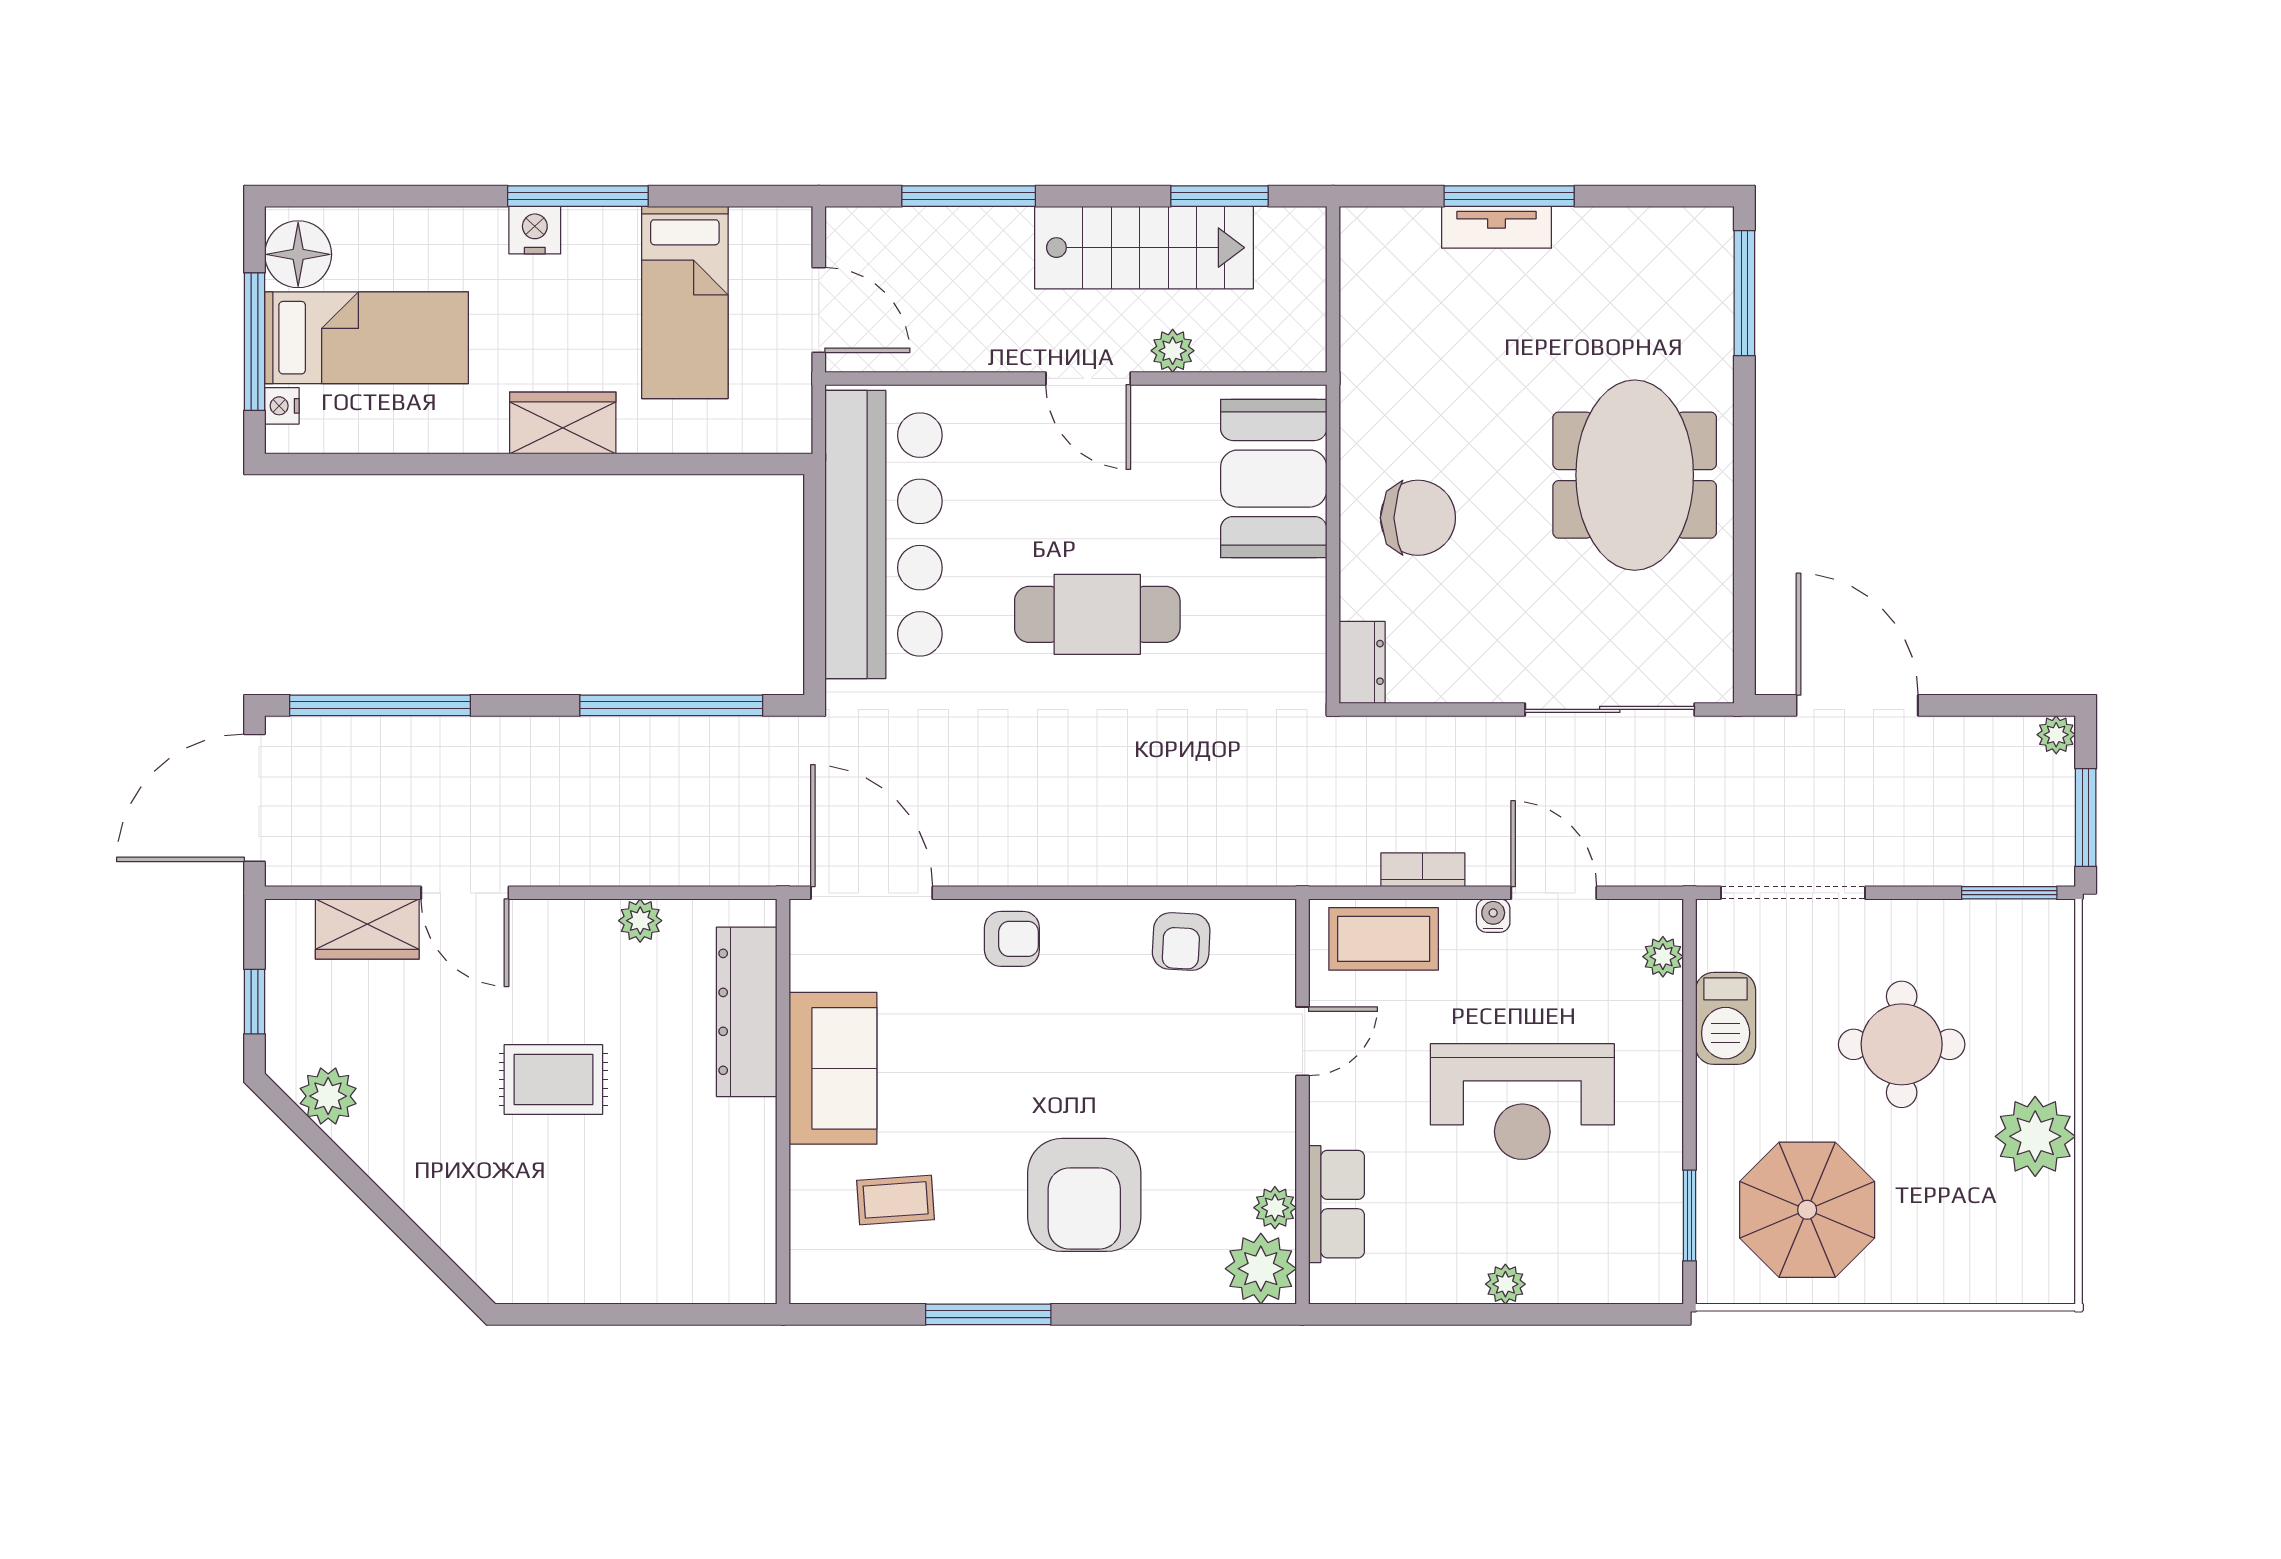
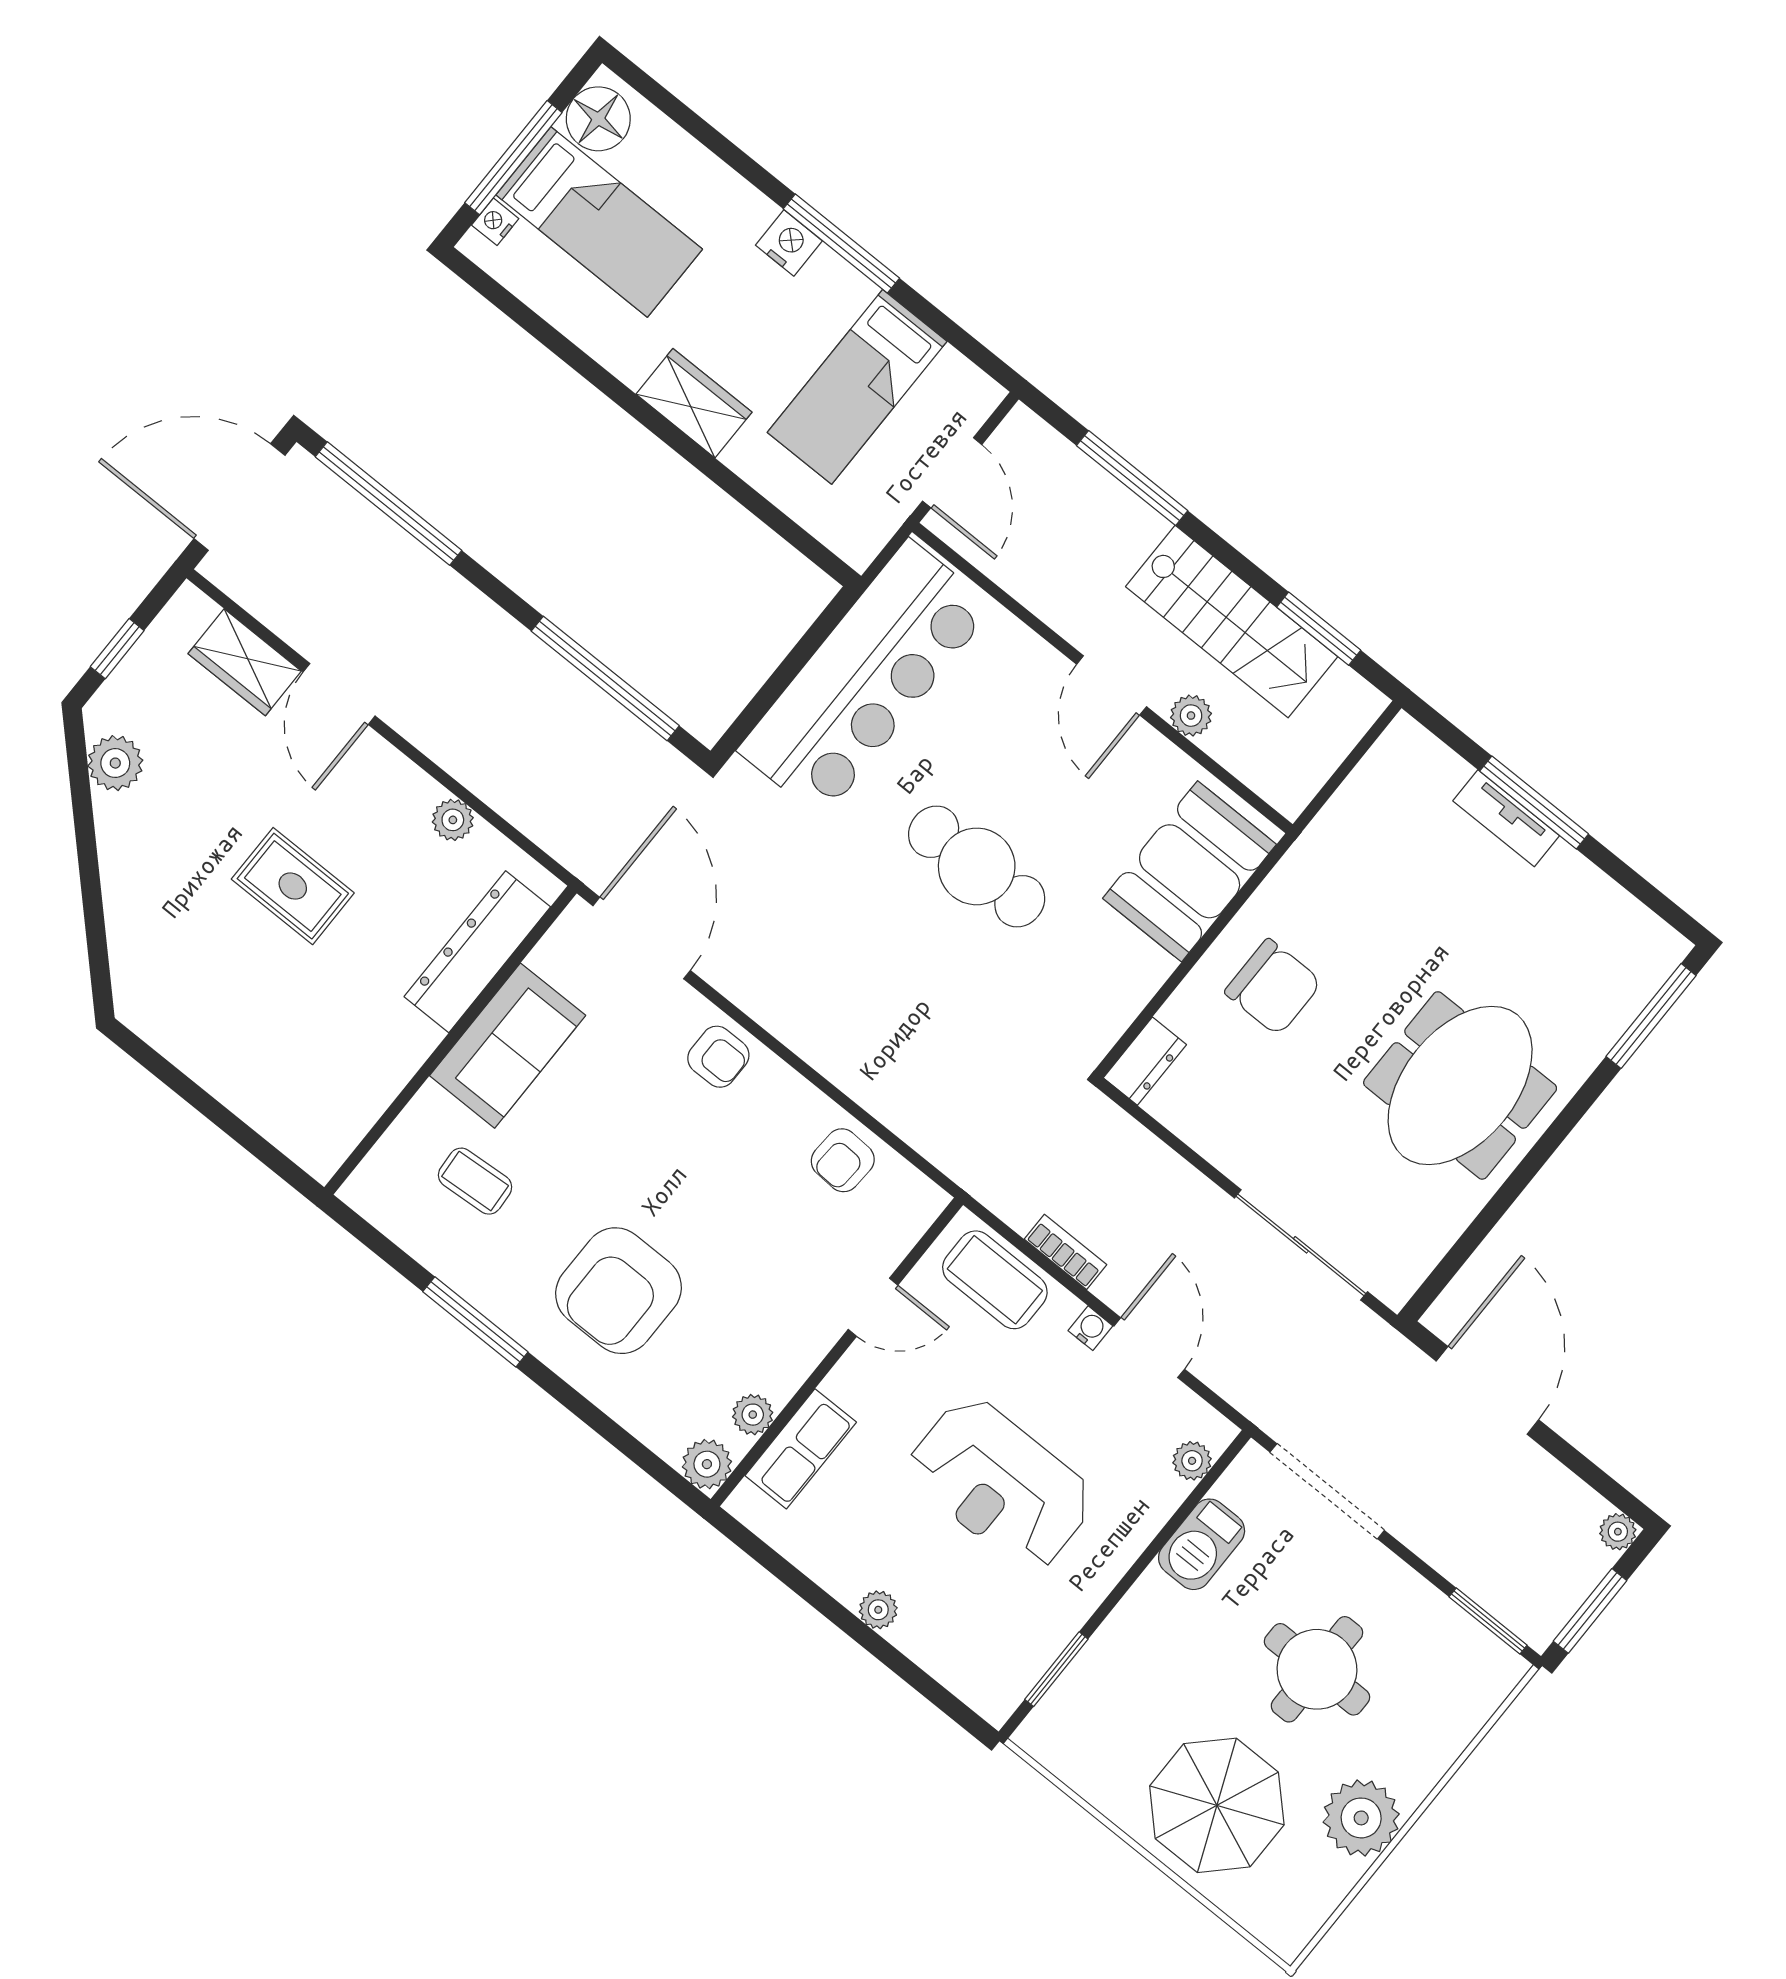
parasol: (1807, 1210) -> (1217, 1805), moved
plant: (1261, 1269) -> (707, 1464), width x0.73, depth x0.73

